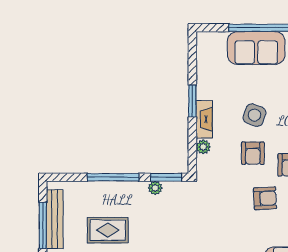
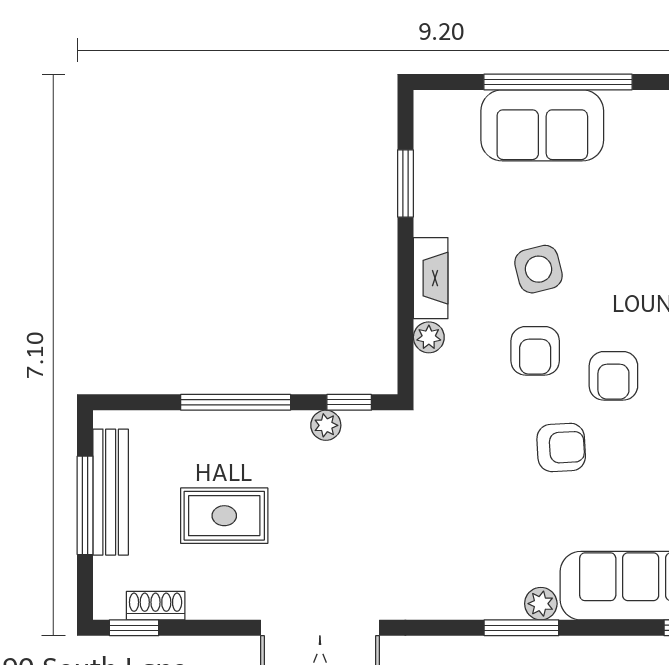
window: (192, 101) -> (405, 183), moved
side table: (254, 115) -> (539, 269), turned -34
window: (166, 177) -> (349, 402), width x0.67

